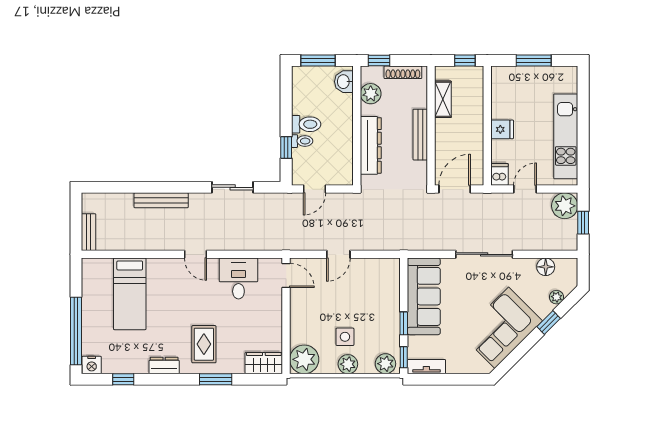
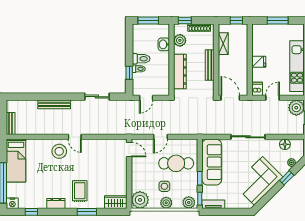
washbasin: (344, 82) -> (164, 44), moved
door: (455, 189) -> (230, 98), hinge flipped
stool: (170, 278) -> (59, 151), added
desk: (238, 279) -> (101, 151), removed
bed: (130, 294) -> (16, 161), moved
cafe table: (364, 298) -> (176, 163), added

